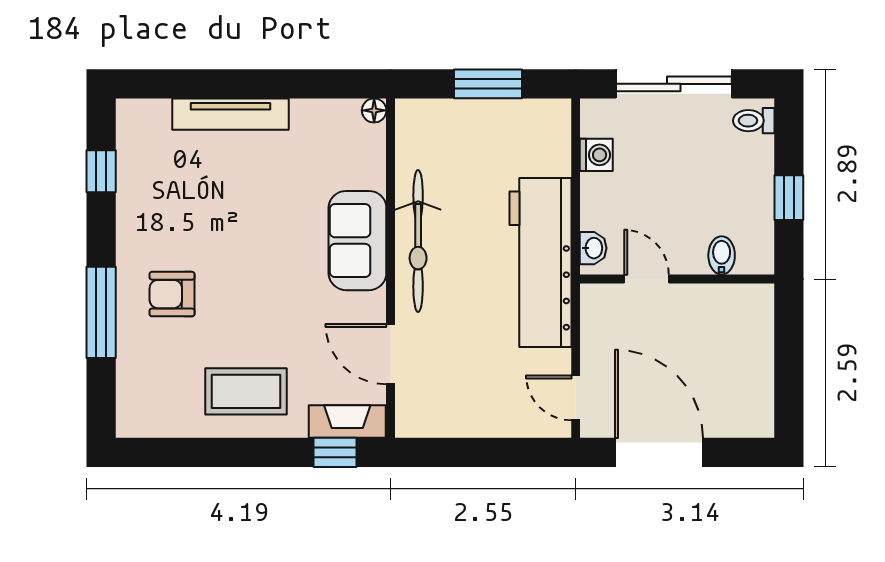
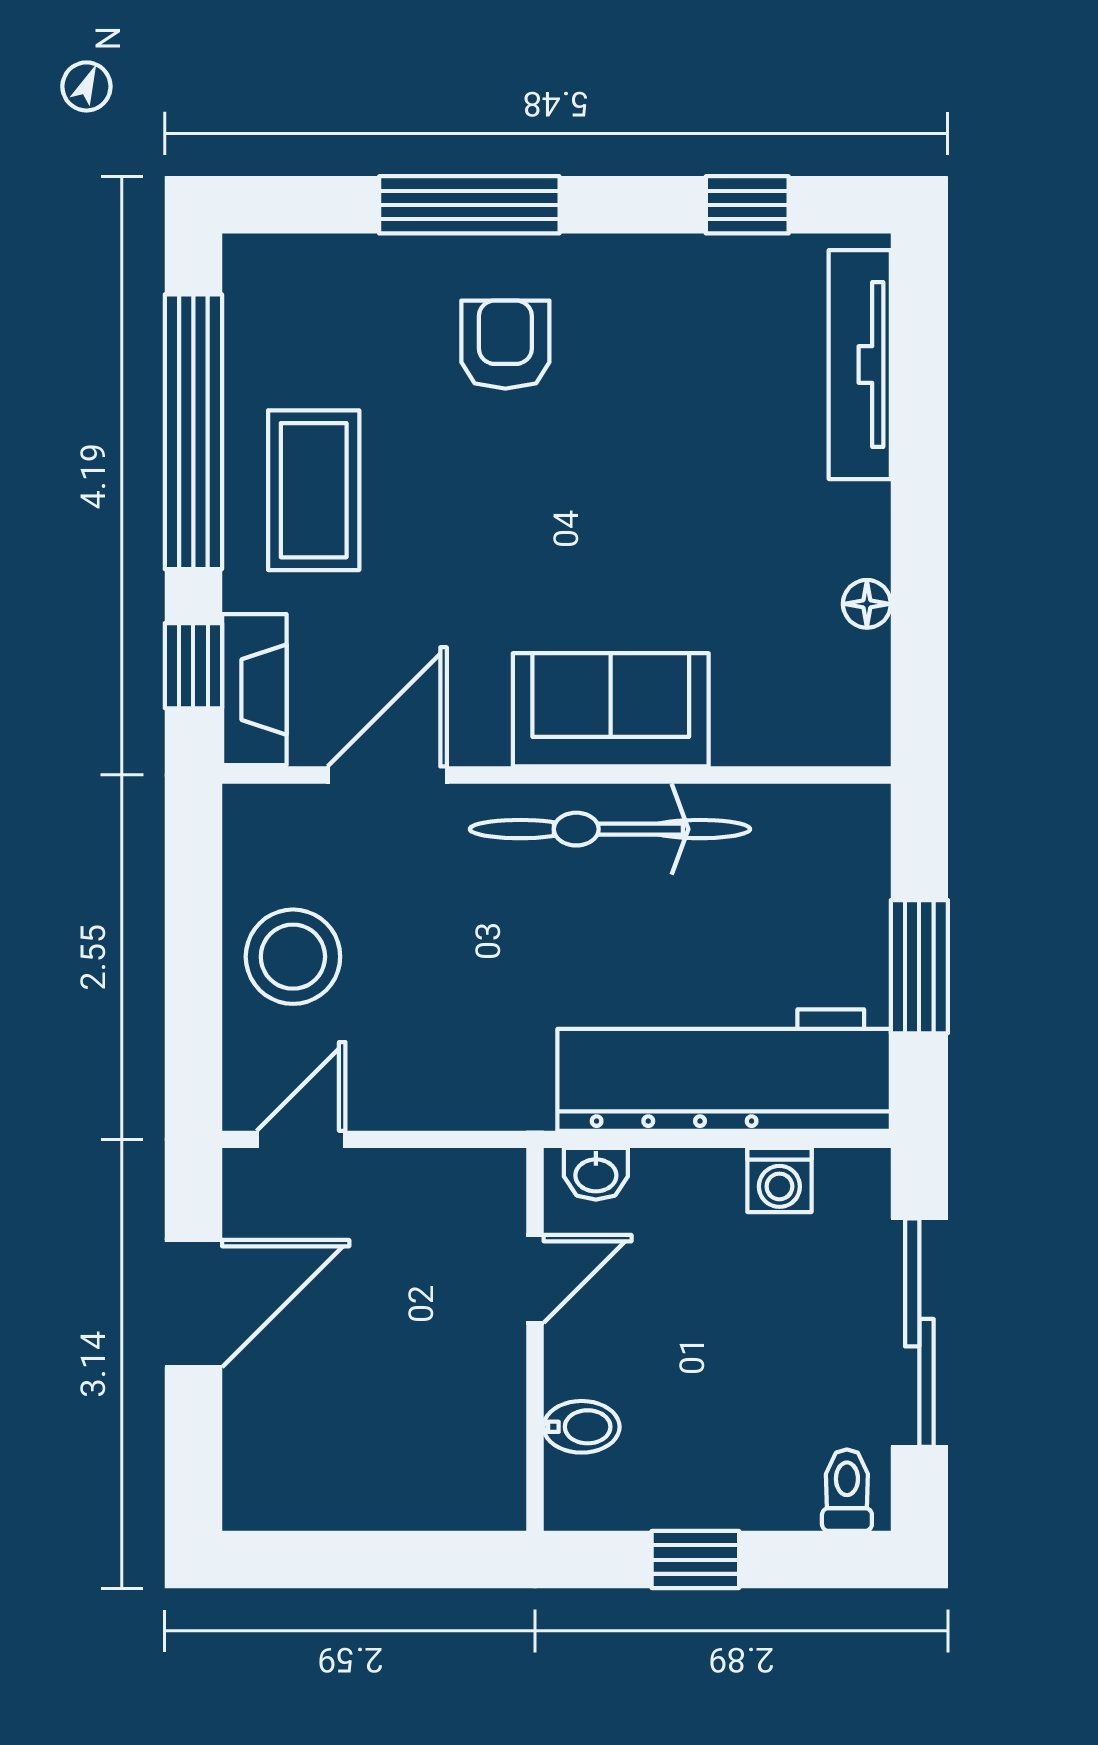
floor lamp: (374, 110) -> (867, 604), moved
tv unit: (230, 114) -> (860, 365), moved
workbench: (540, 262) -> (724, 1070), moved
stool: (483, 402) -> (293, 957), added
window: (216, 452) -> (193, 432), added
door: (659, 452) -> (193, 1304), width x0.73

